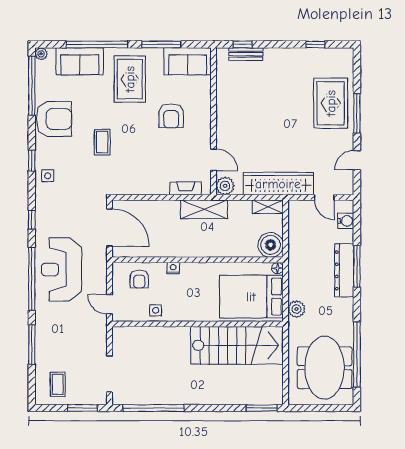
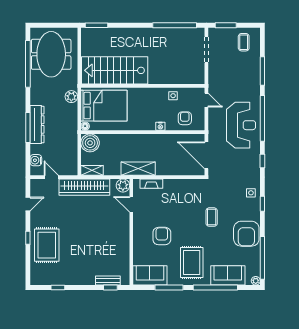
window: (357, 113) -> (28, 238), width x0.46
armchair: (54, 119) -> (246, 234), turned -90

